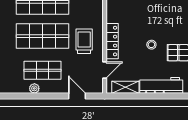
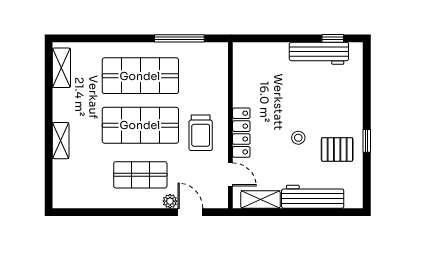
trolley: (84, 41) -> (201, 133), turned 180
door: (105, 70) -> (230, 175), hinge flipped
plant: (34, 88) -> (170, 201), moved

